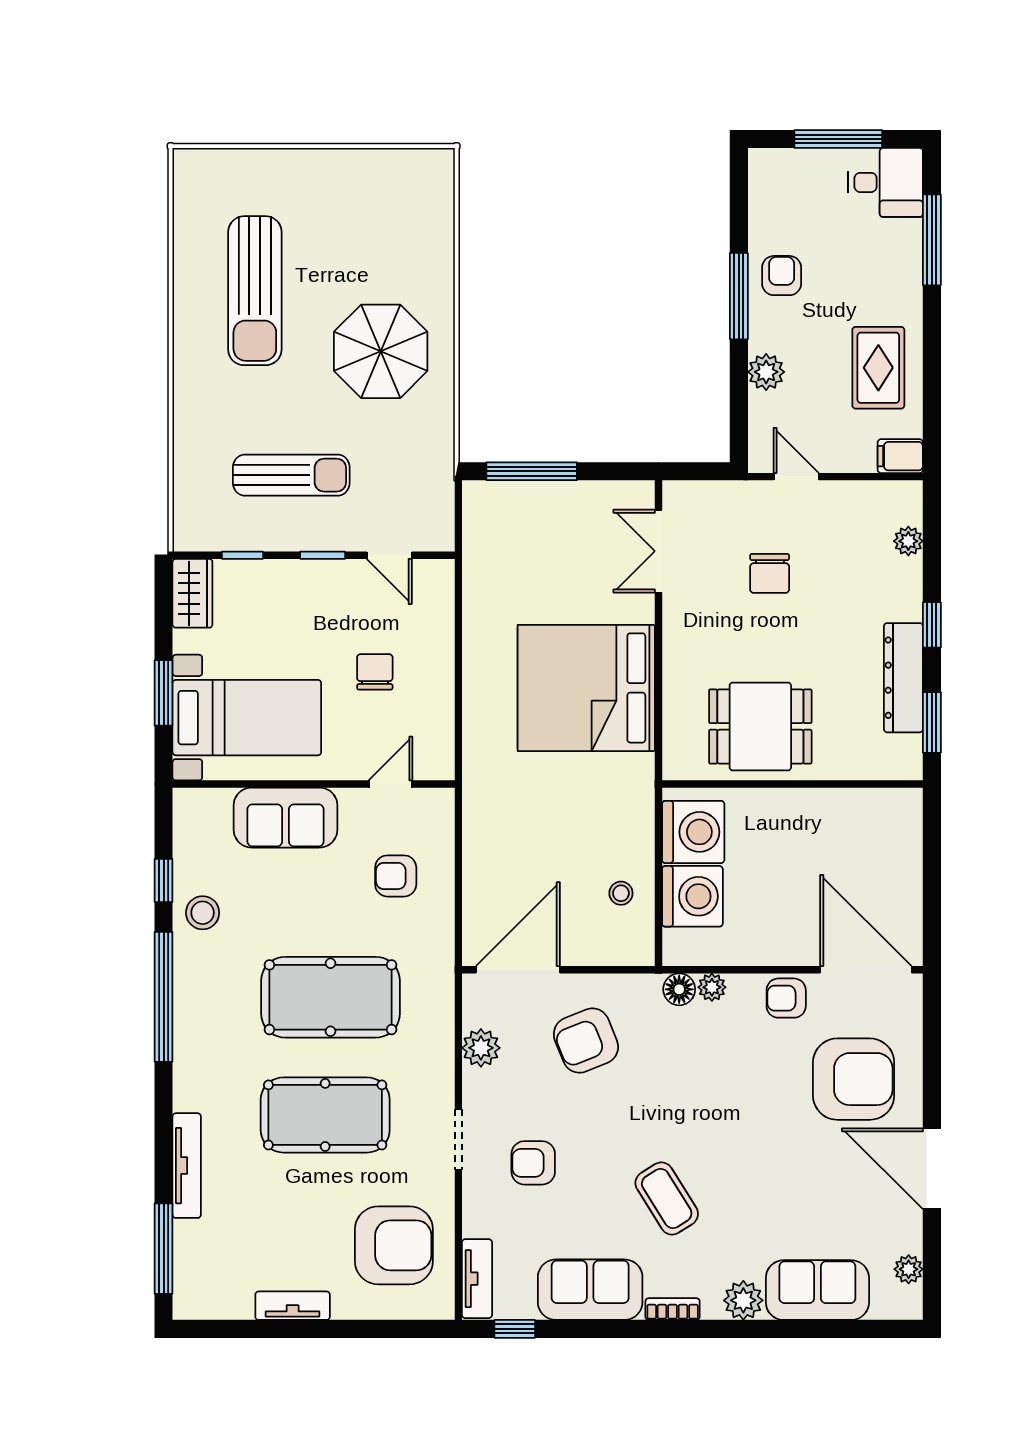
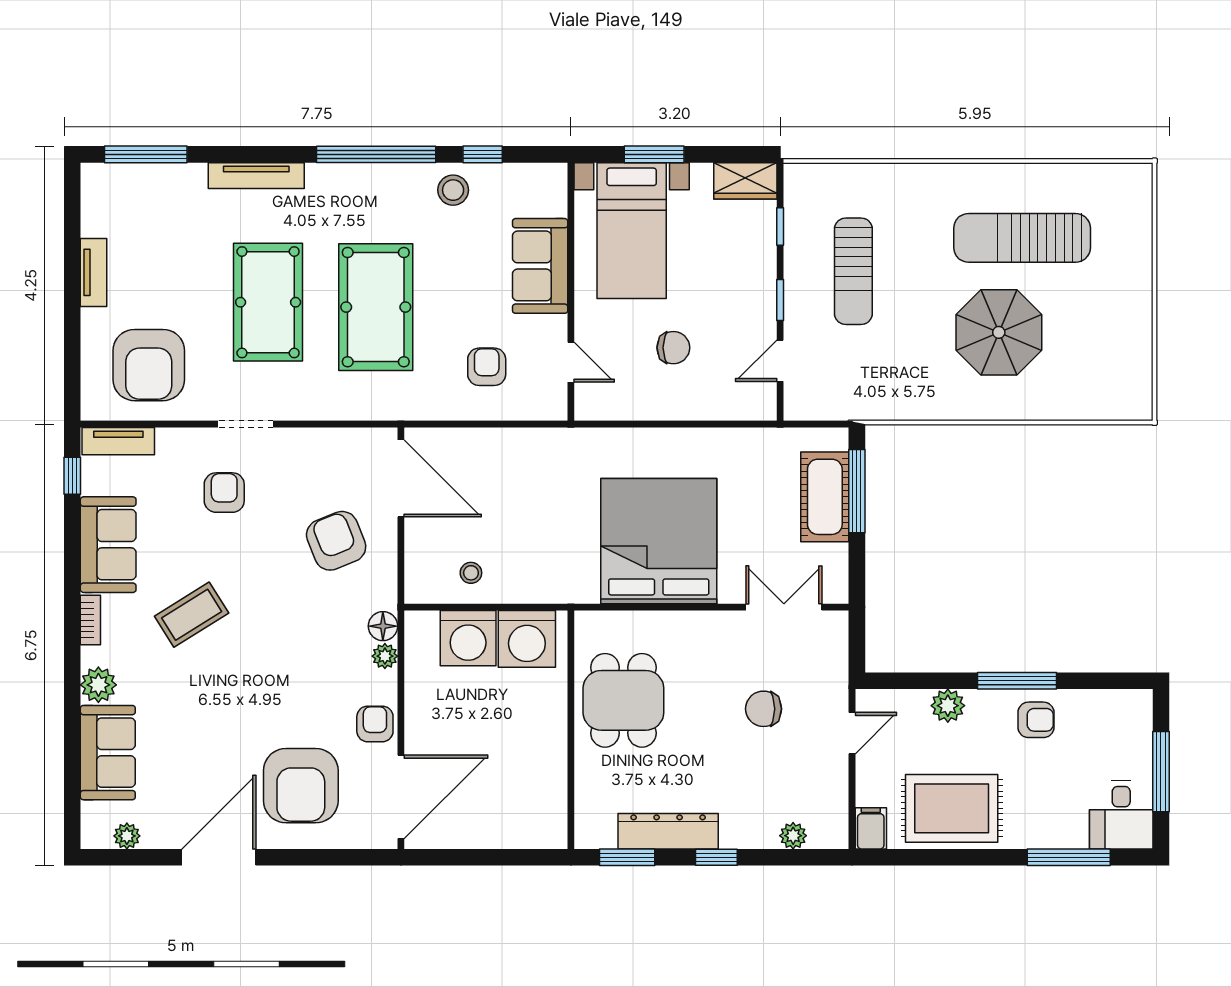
parasol: (381, 351) -> (999, 332), moved
rug: (878, 368) -> (952, 808), width x1.36, depth x1.43
cot: (538, 506) -> (825, 497), added
plant: (481, 1048) -> (329, 445), removed
tv unit: (187, 1166) -> (256, 176), moved

